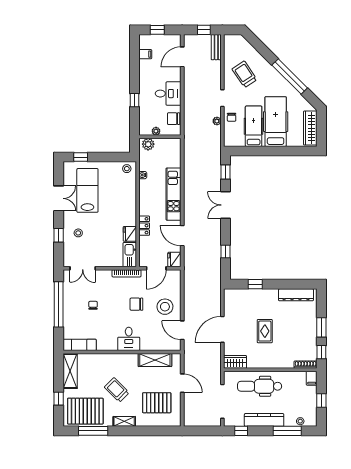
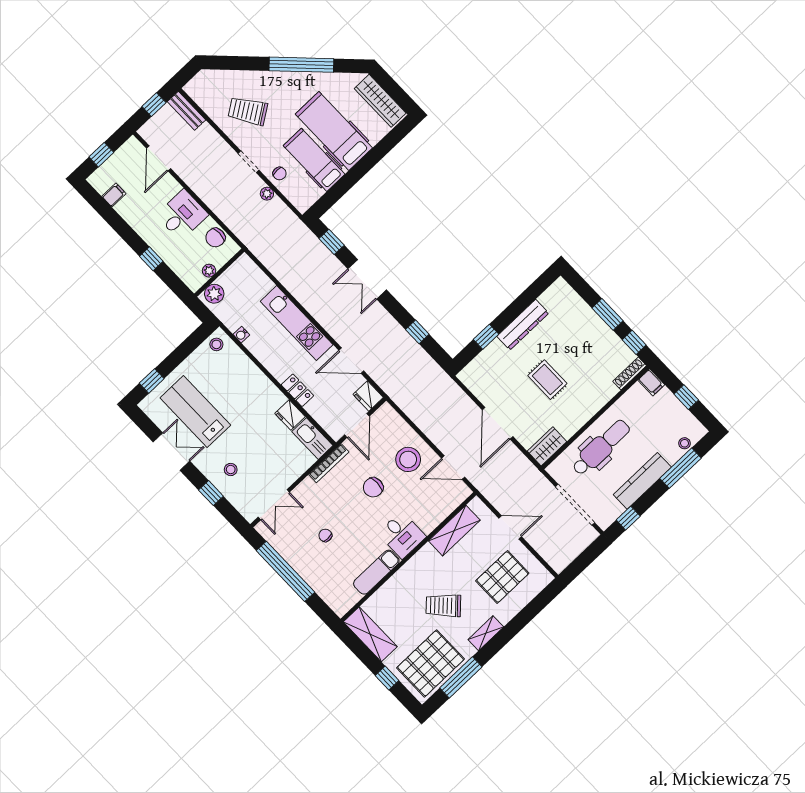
dresser: (296, 295) -> (523, 325), moved
exam couch: (80, 345) -> (376, 572), moved
dental chair: (260, 386) -> (601, 447), turned 180

